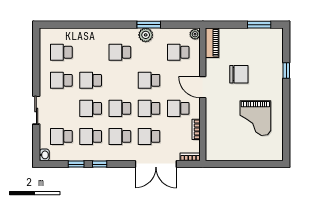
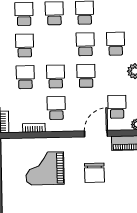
door: (203, 87) -> (96, 134), moved
school desk: (120, 108) -> (85, 44), moved
grand piano: (255, 118) -> (45, 168), moved

